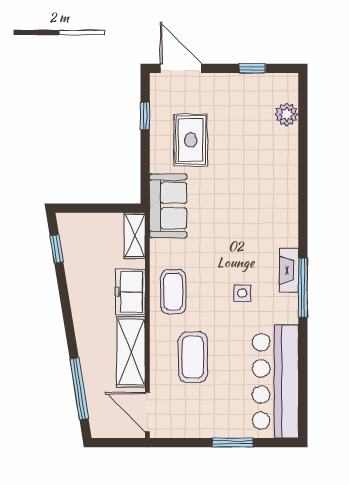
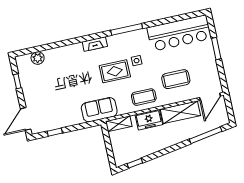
rug: (191, 140) -> (115, 71), moved
fireplace: (289, 270) -> (95, 44), moved

